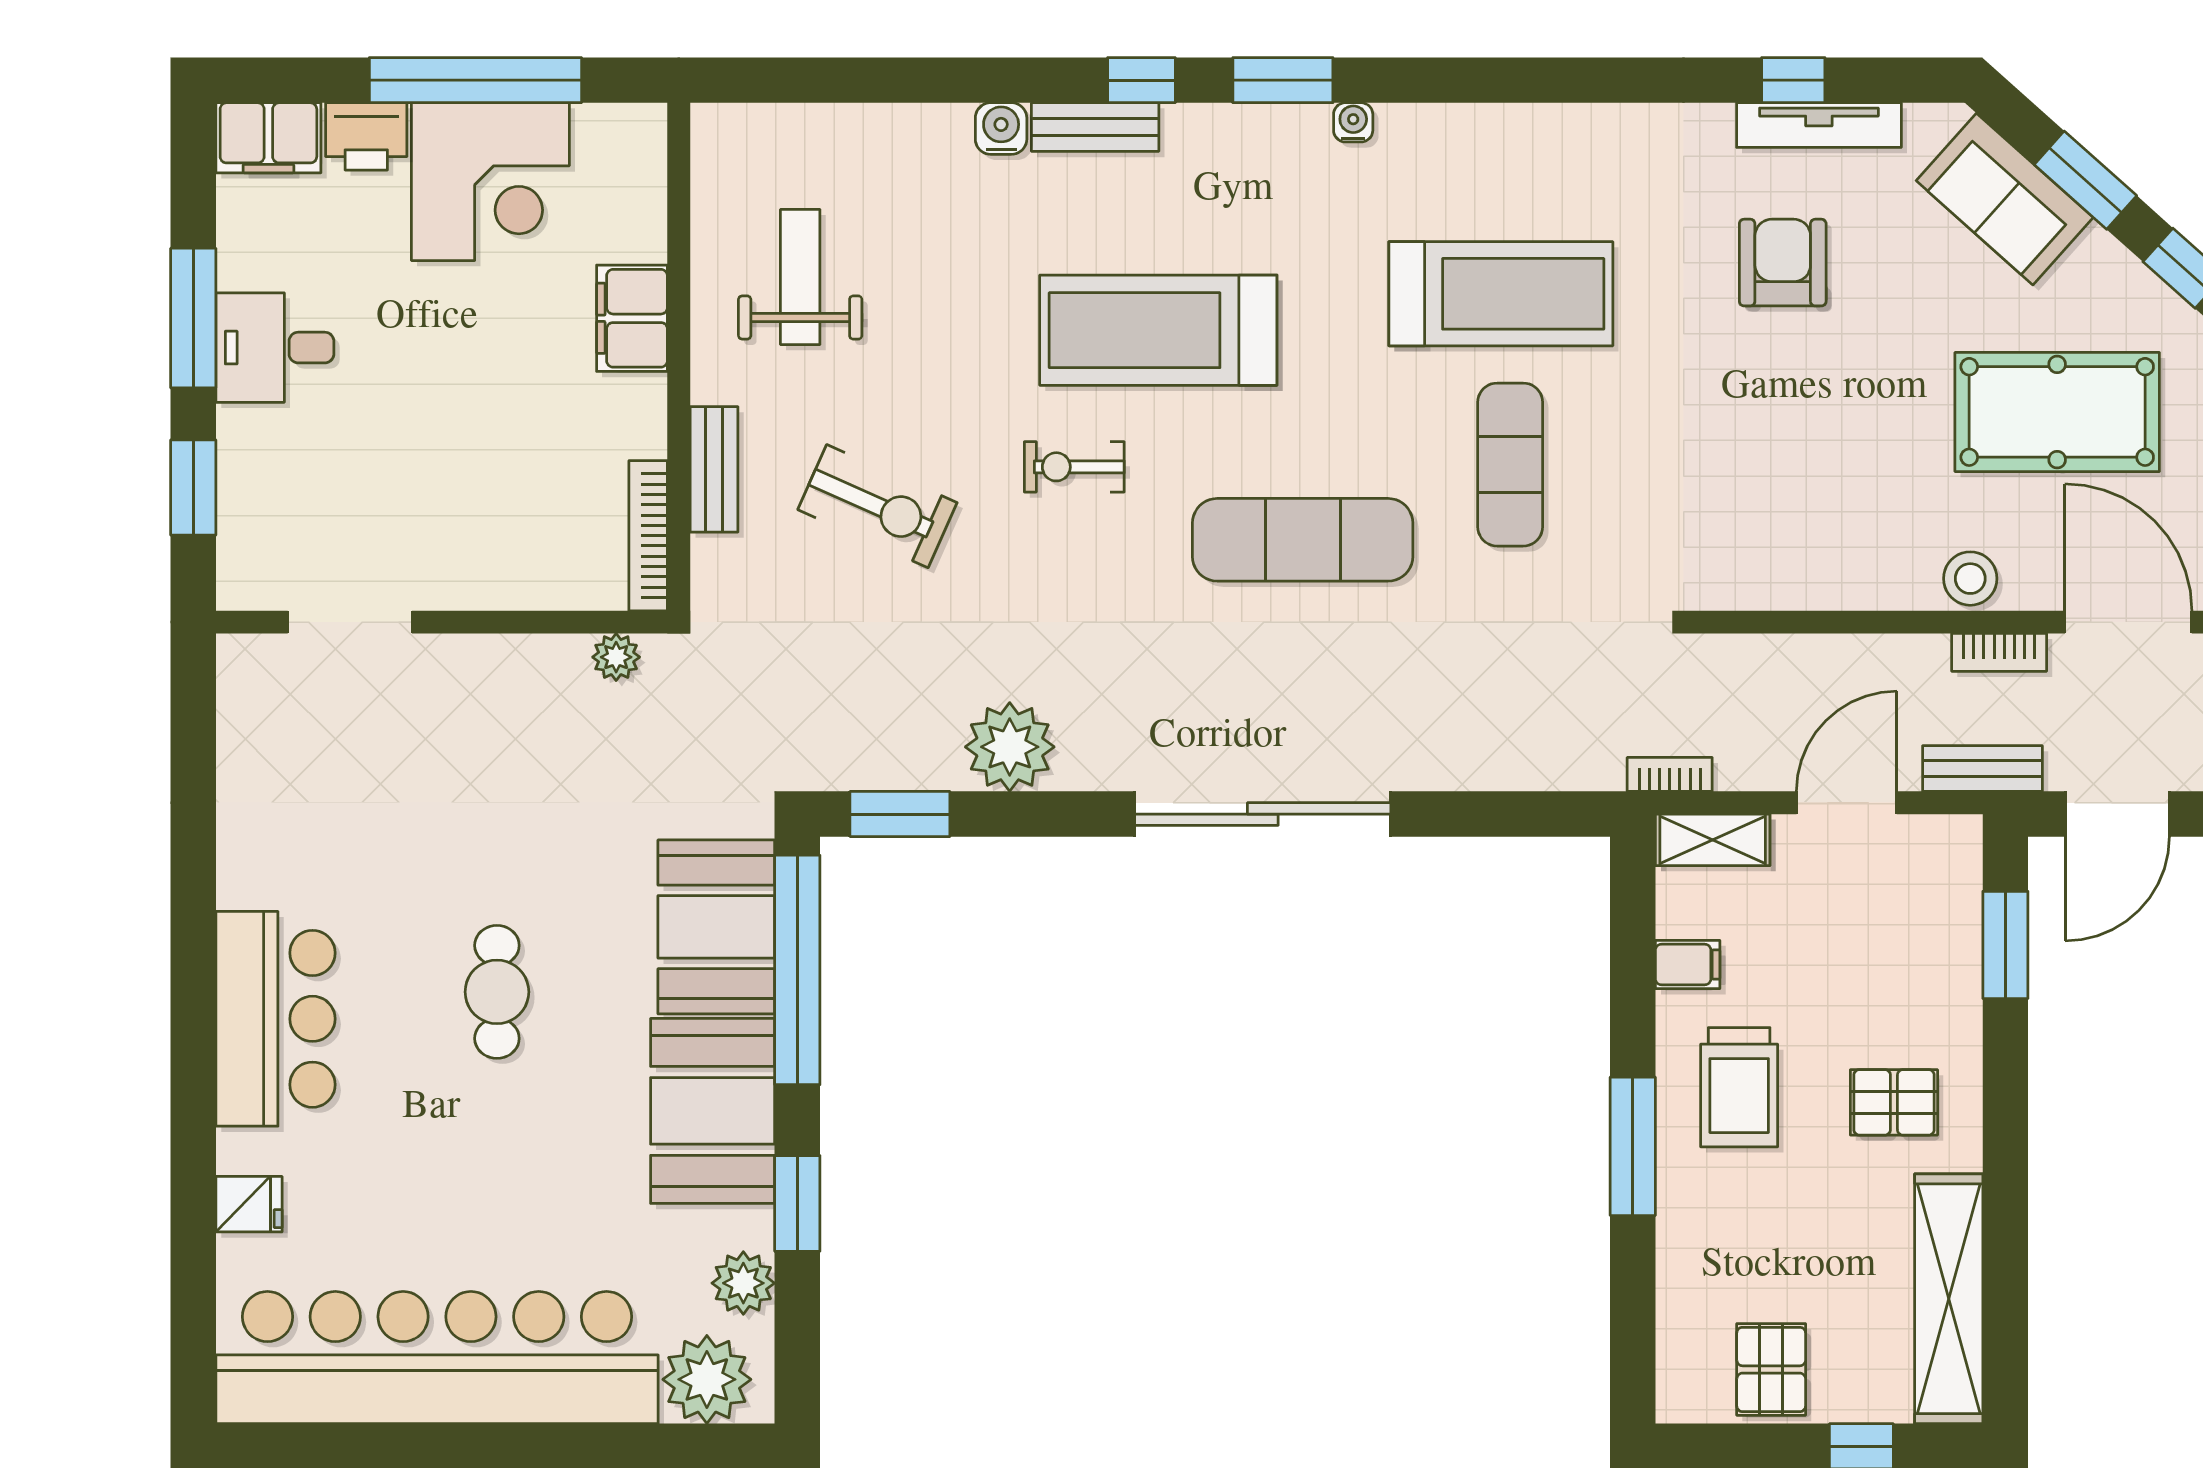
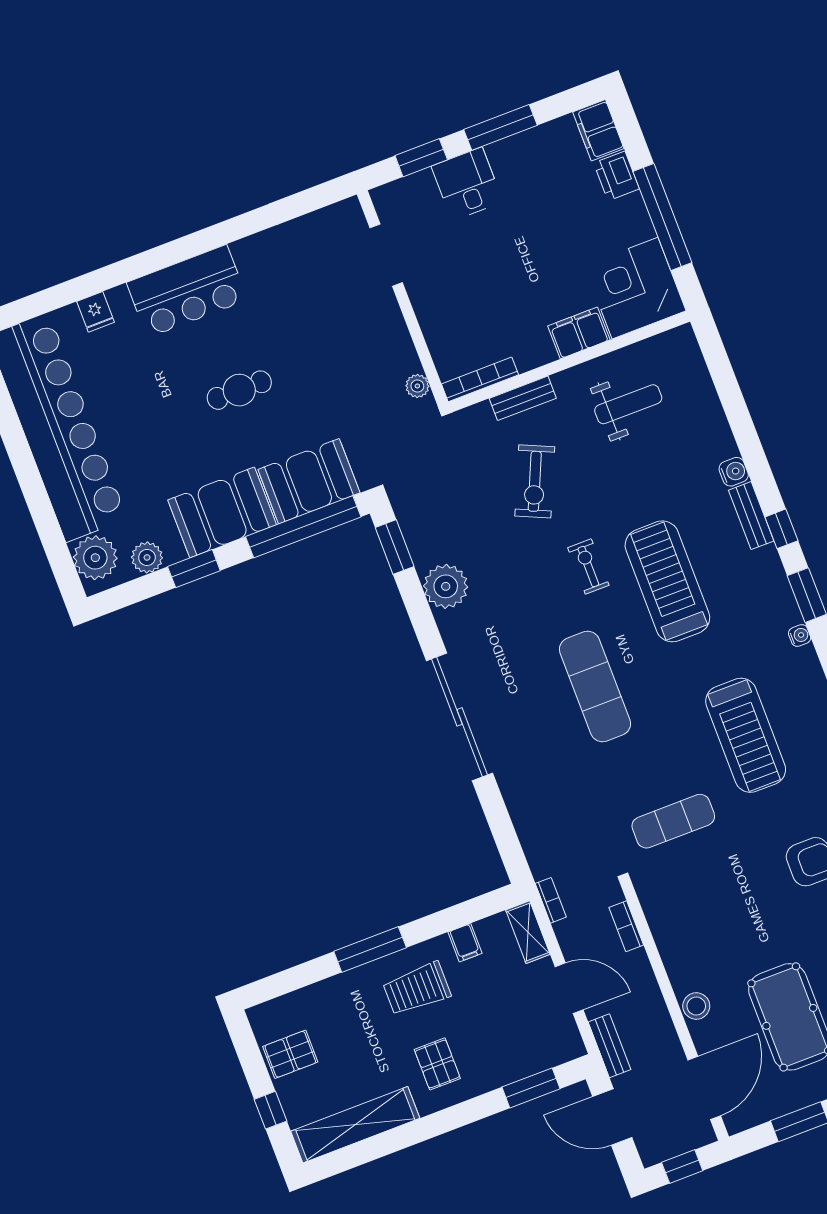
corner desk: (490, 182) -> (635, 288), moved, turned 90
desk: (275, 348) -> (467, 184), moved
exercise mat: (1510, 465) -> (673, 821), moved
bookcase: (1999, 652) -> (626, 926), moved

